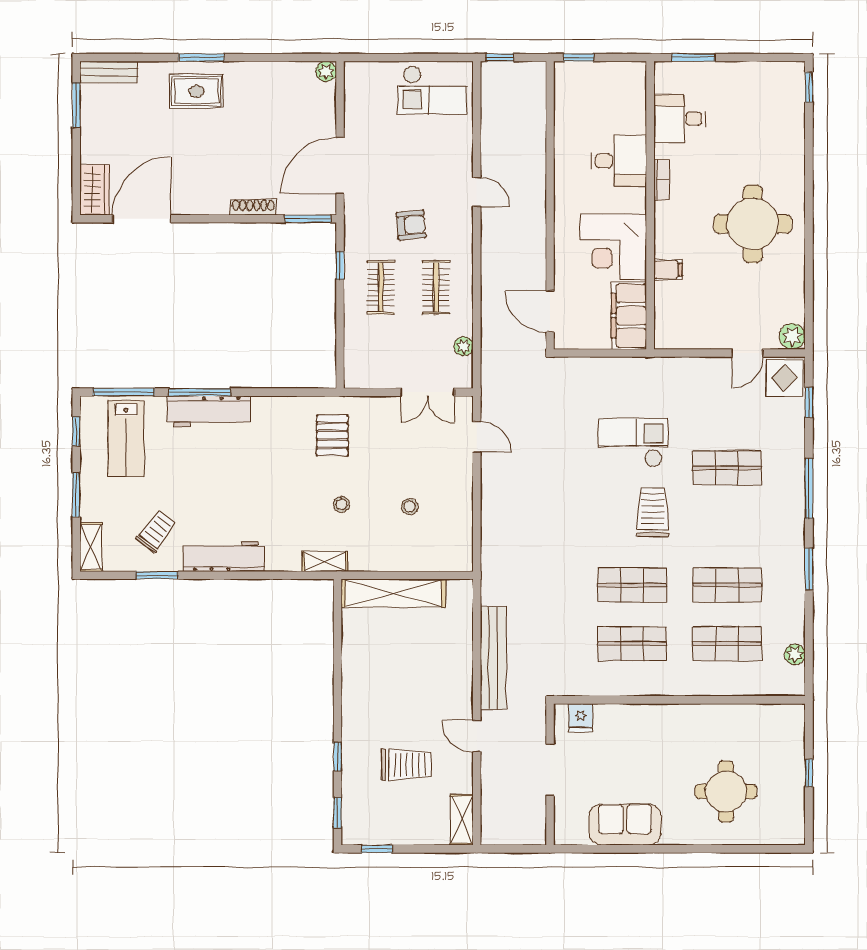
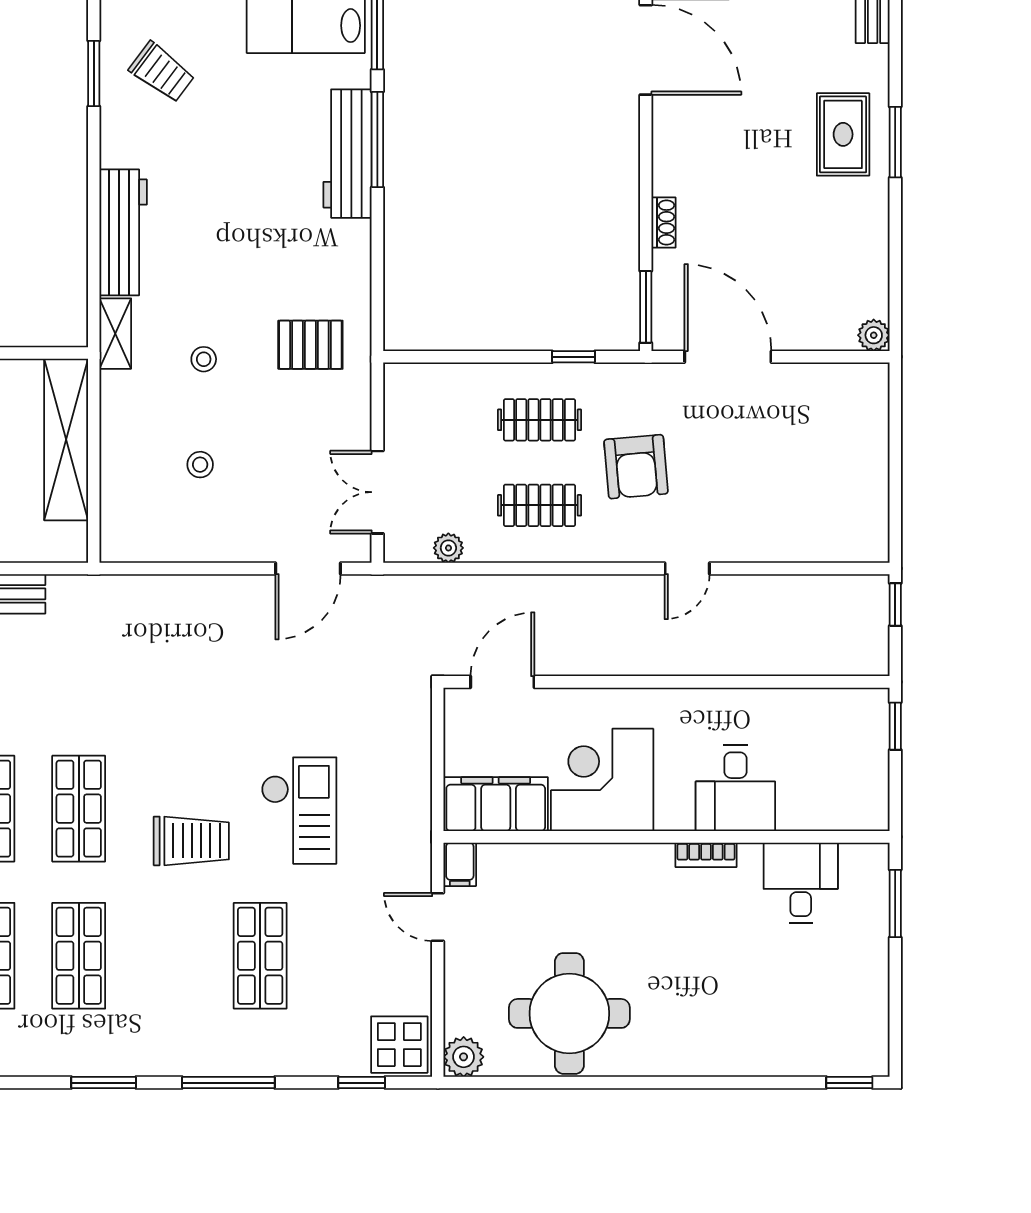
checkout: (432, 90) -> (845, 499), removed
shoe rack: (253, 207) -> (664, 222), width x0.70
round table: (753, 224) -> (569, 1013), moved
armchair: (411, 225) -> (636, 467), width x1.38, depth x1.38
filing cabinet: (668, 270) -> (460, 864), moved
door: (747, 353) -> (438, 917), moved
door: (477, 437) -> (308, 568), width x1.38
workbench: (224, 556) -> (123, 232), moved

